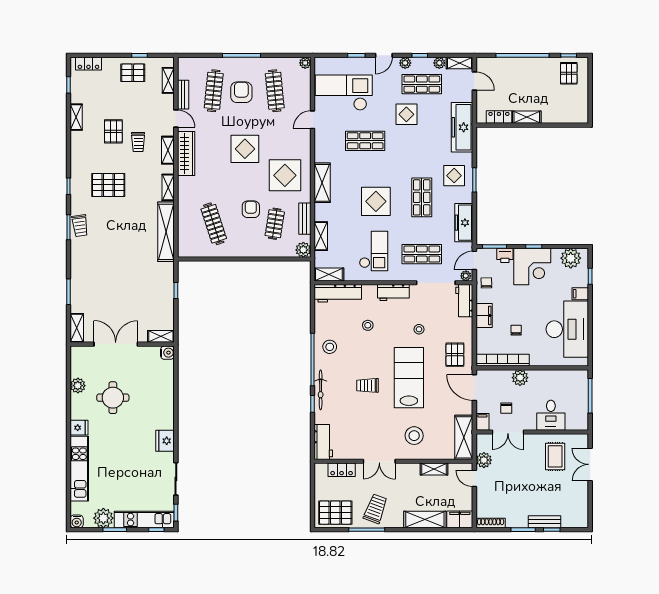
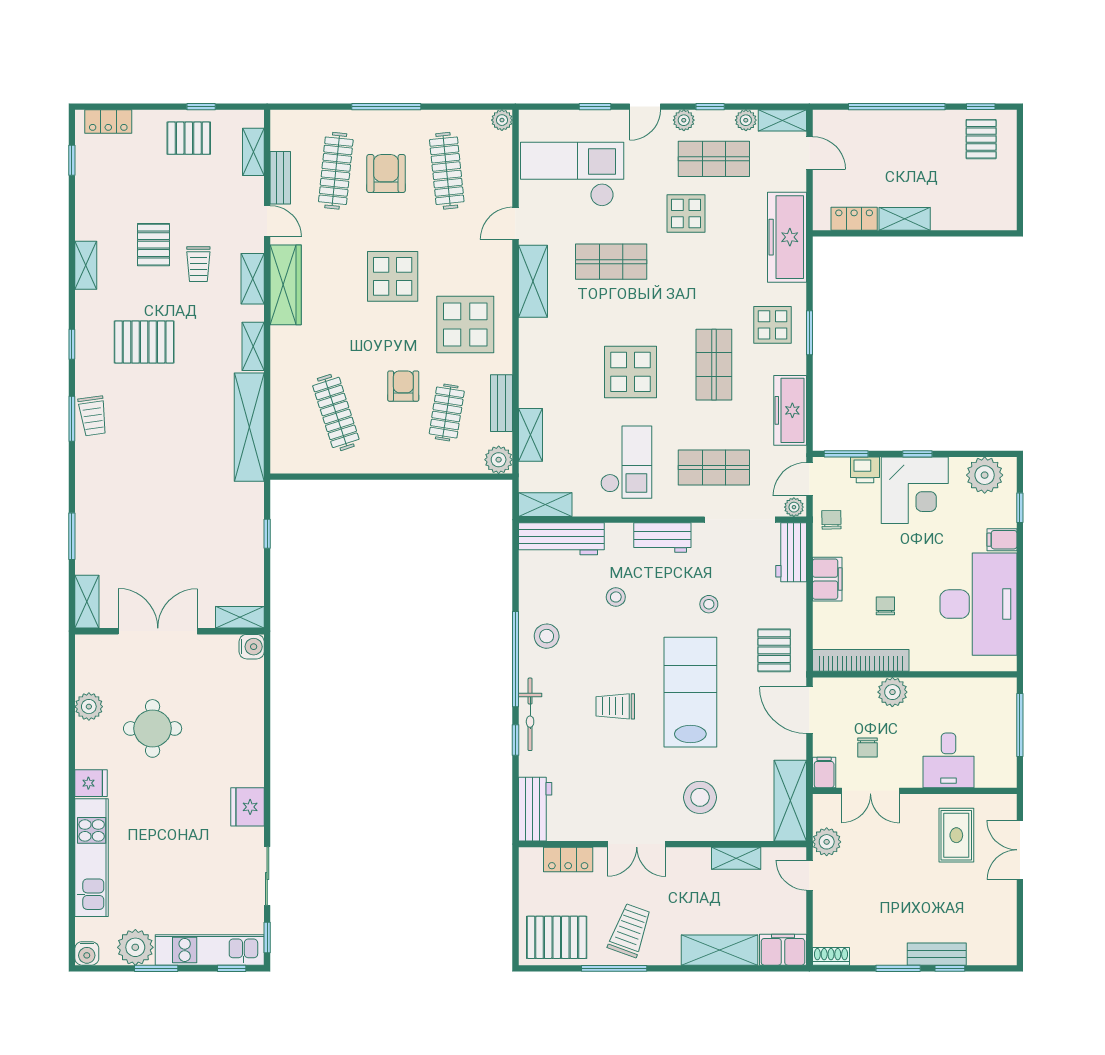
shelving: (76, 117) -> (86, 265), moved
shelving: (322, 183) -> (533, 281), moved
shoe rack: (491, 523) -> (831, 956), width x0.70

